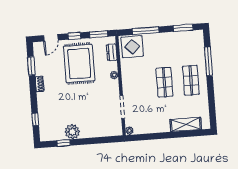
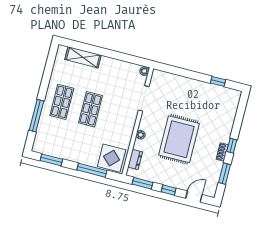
rug: (79, 63) -> (179, 139), moved
window: (35, 119) -> (232, 146), moved
plant: (72, 132) -> (205, 90), removed

